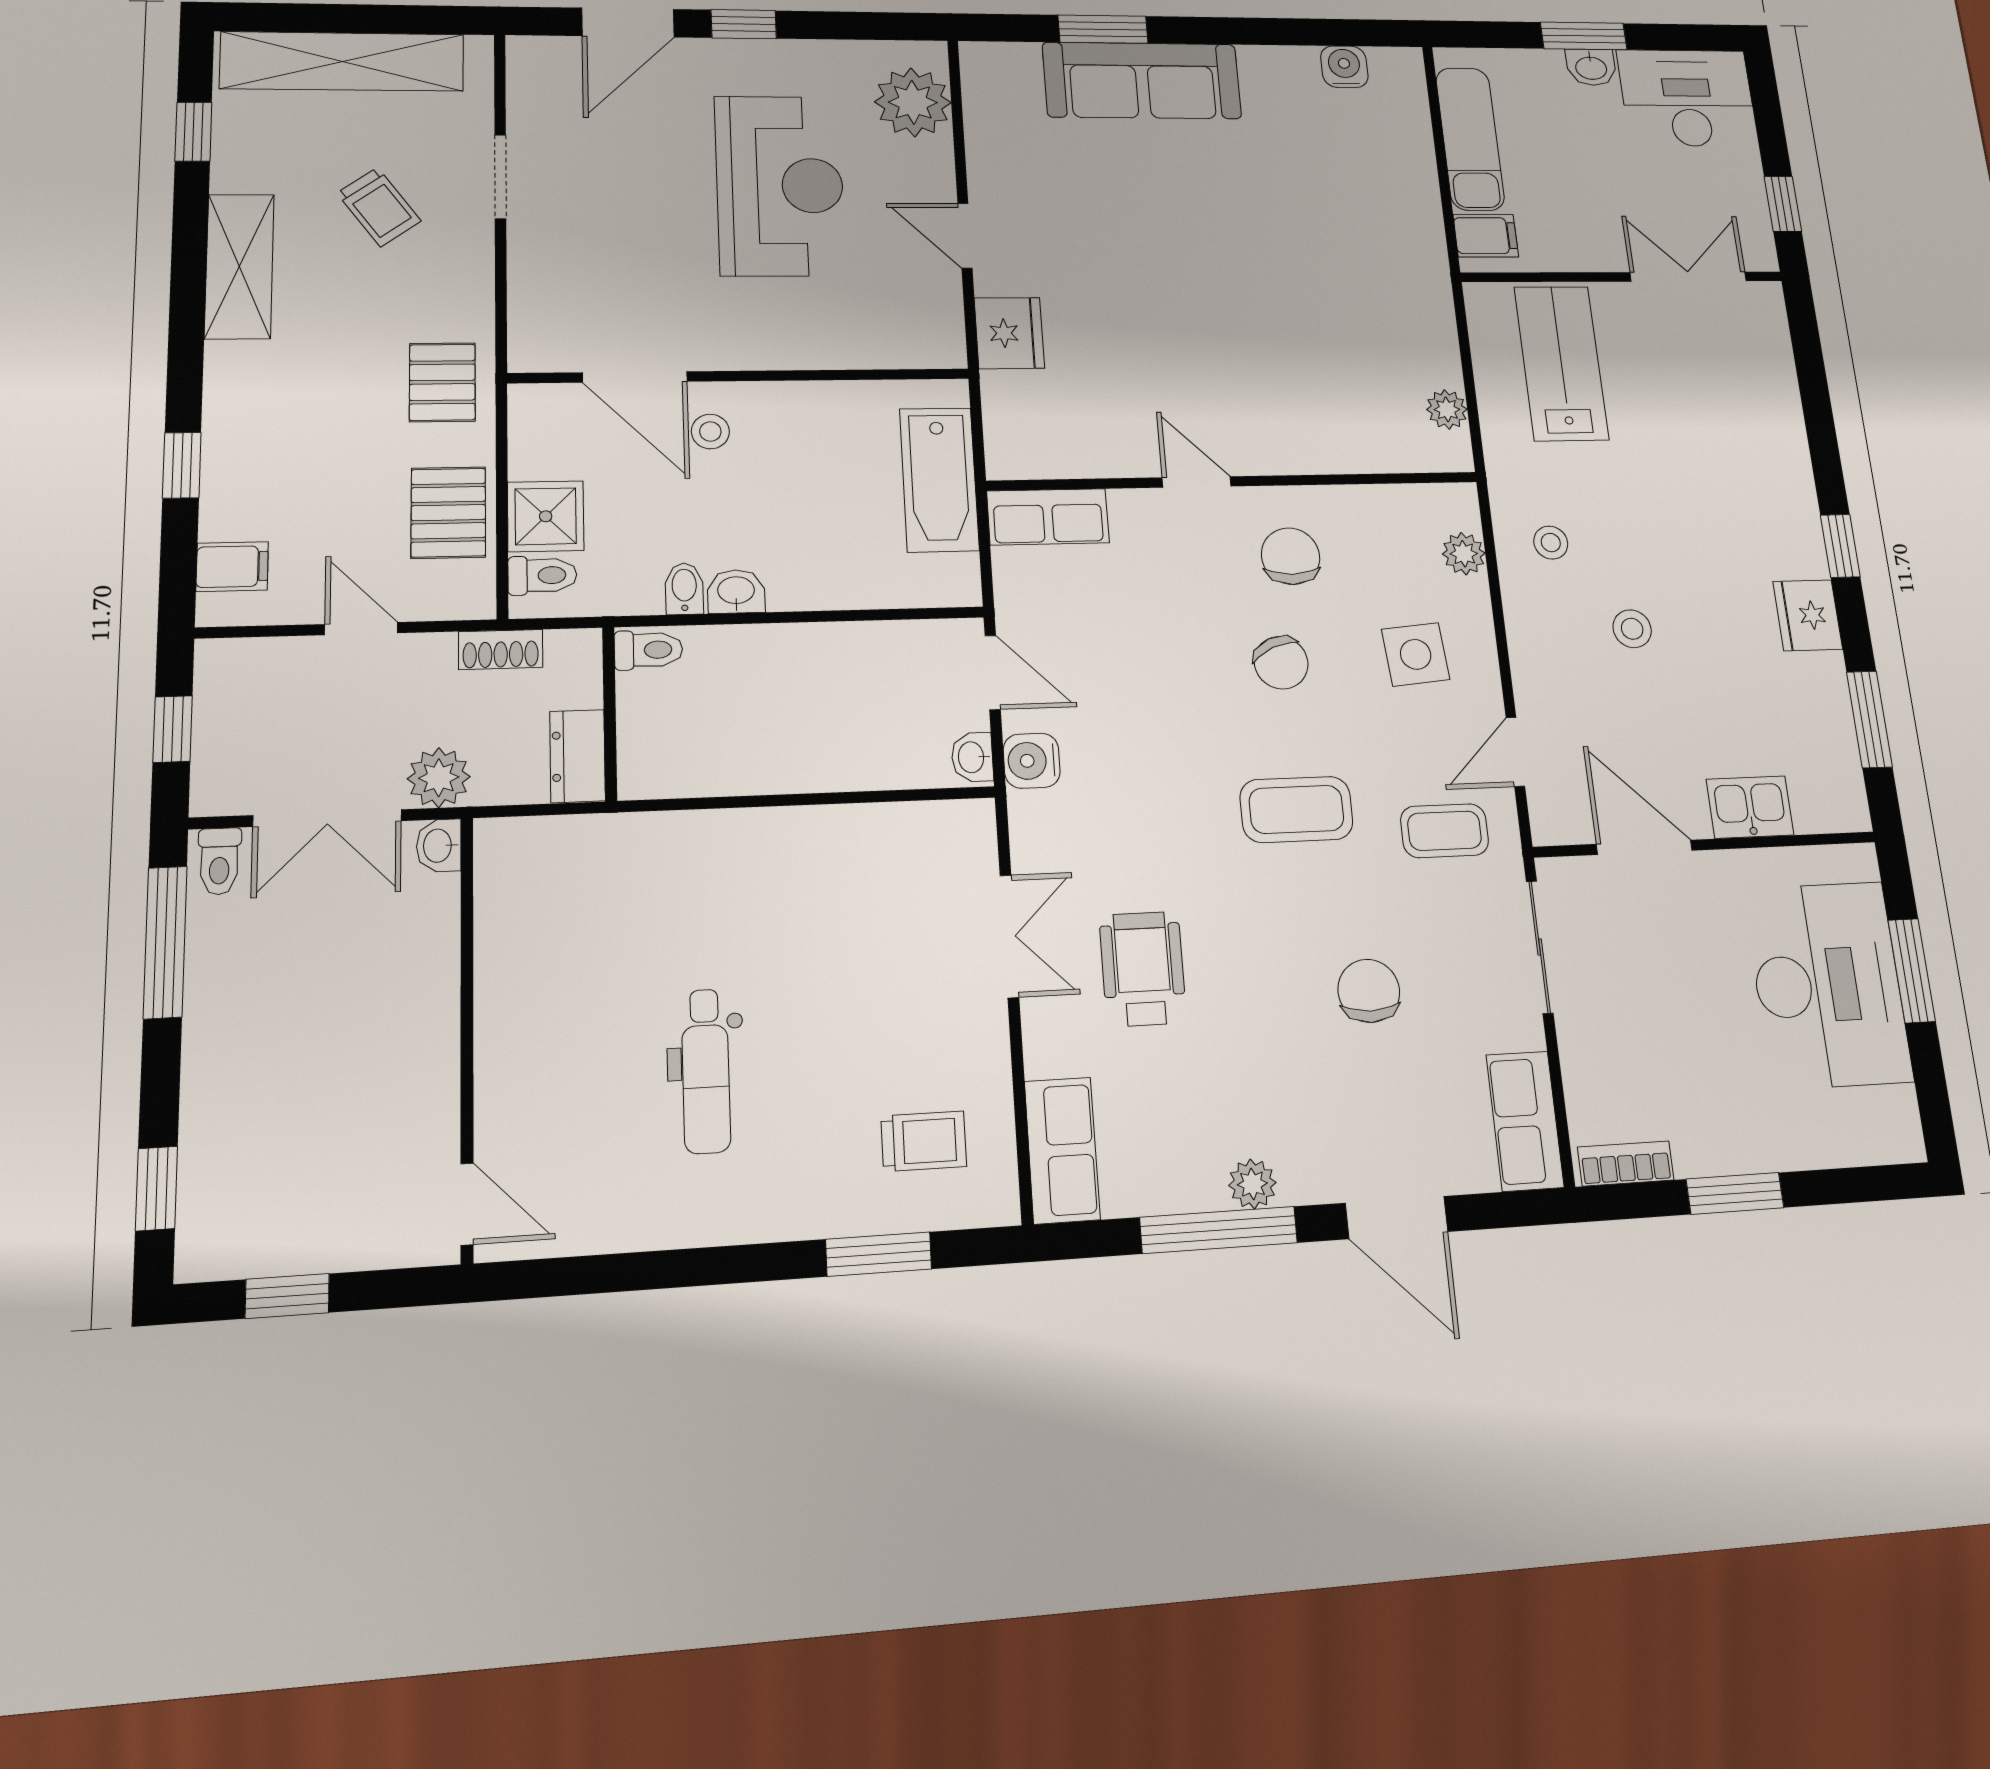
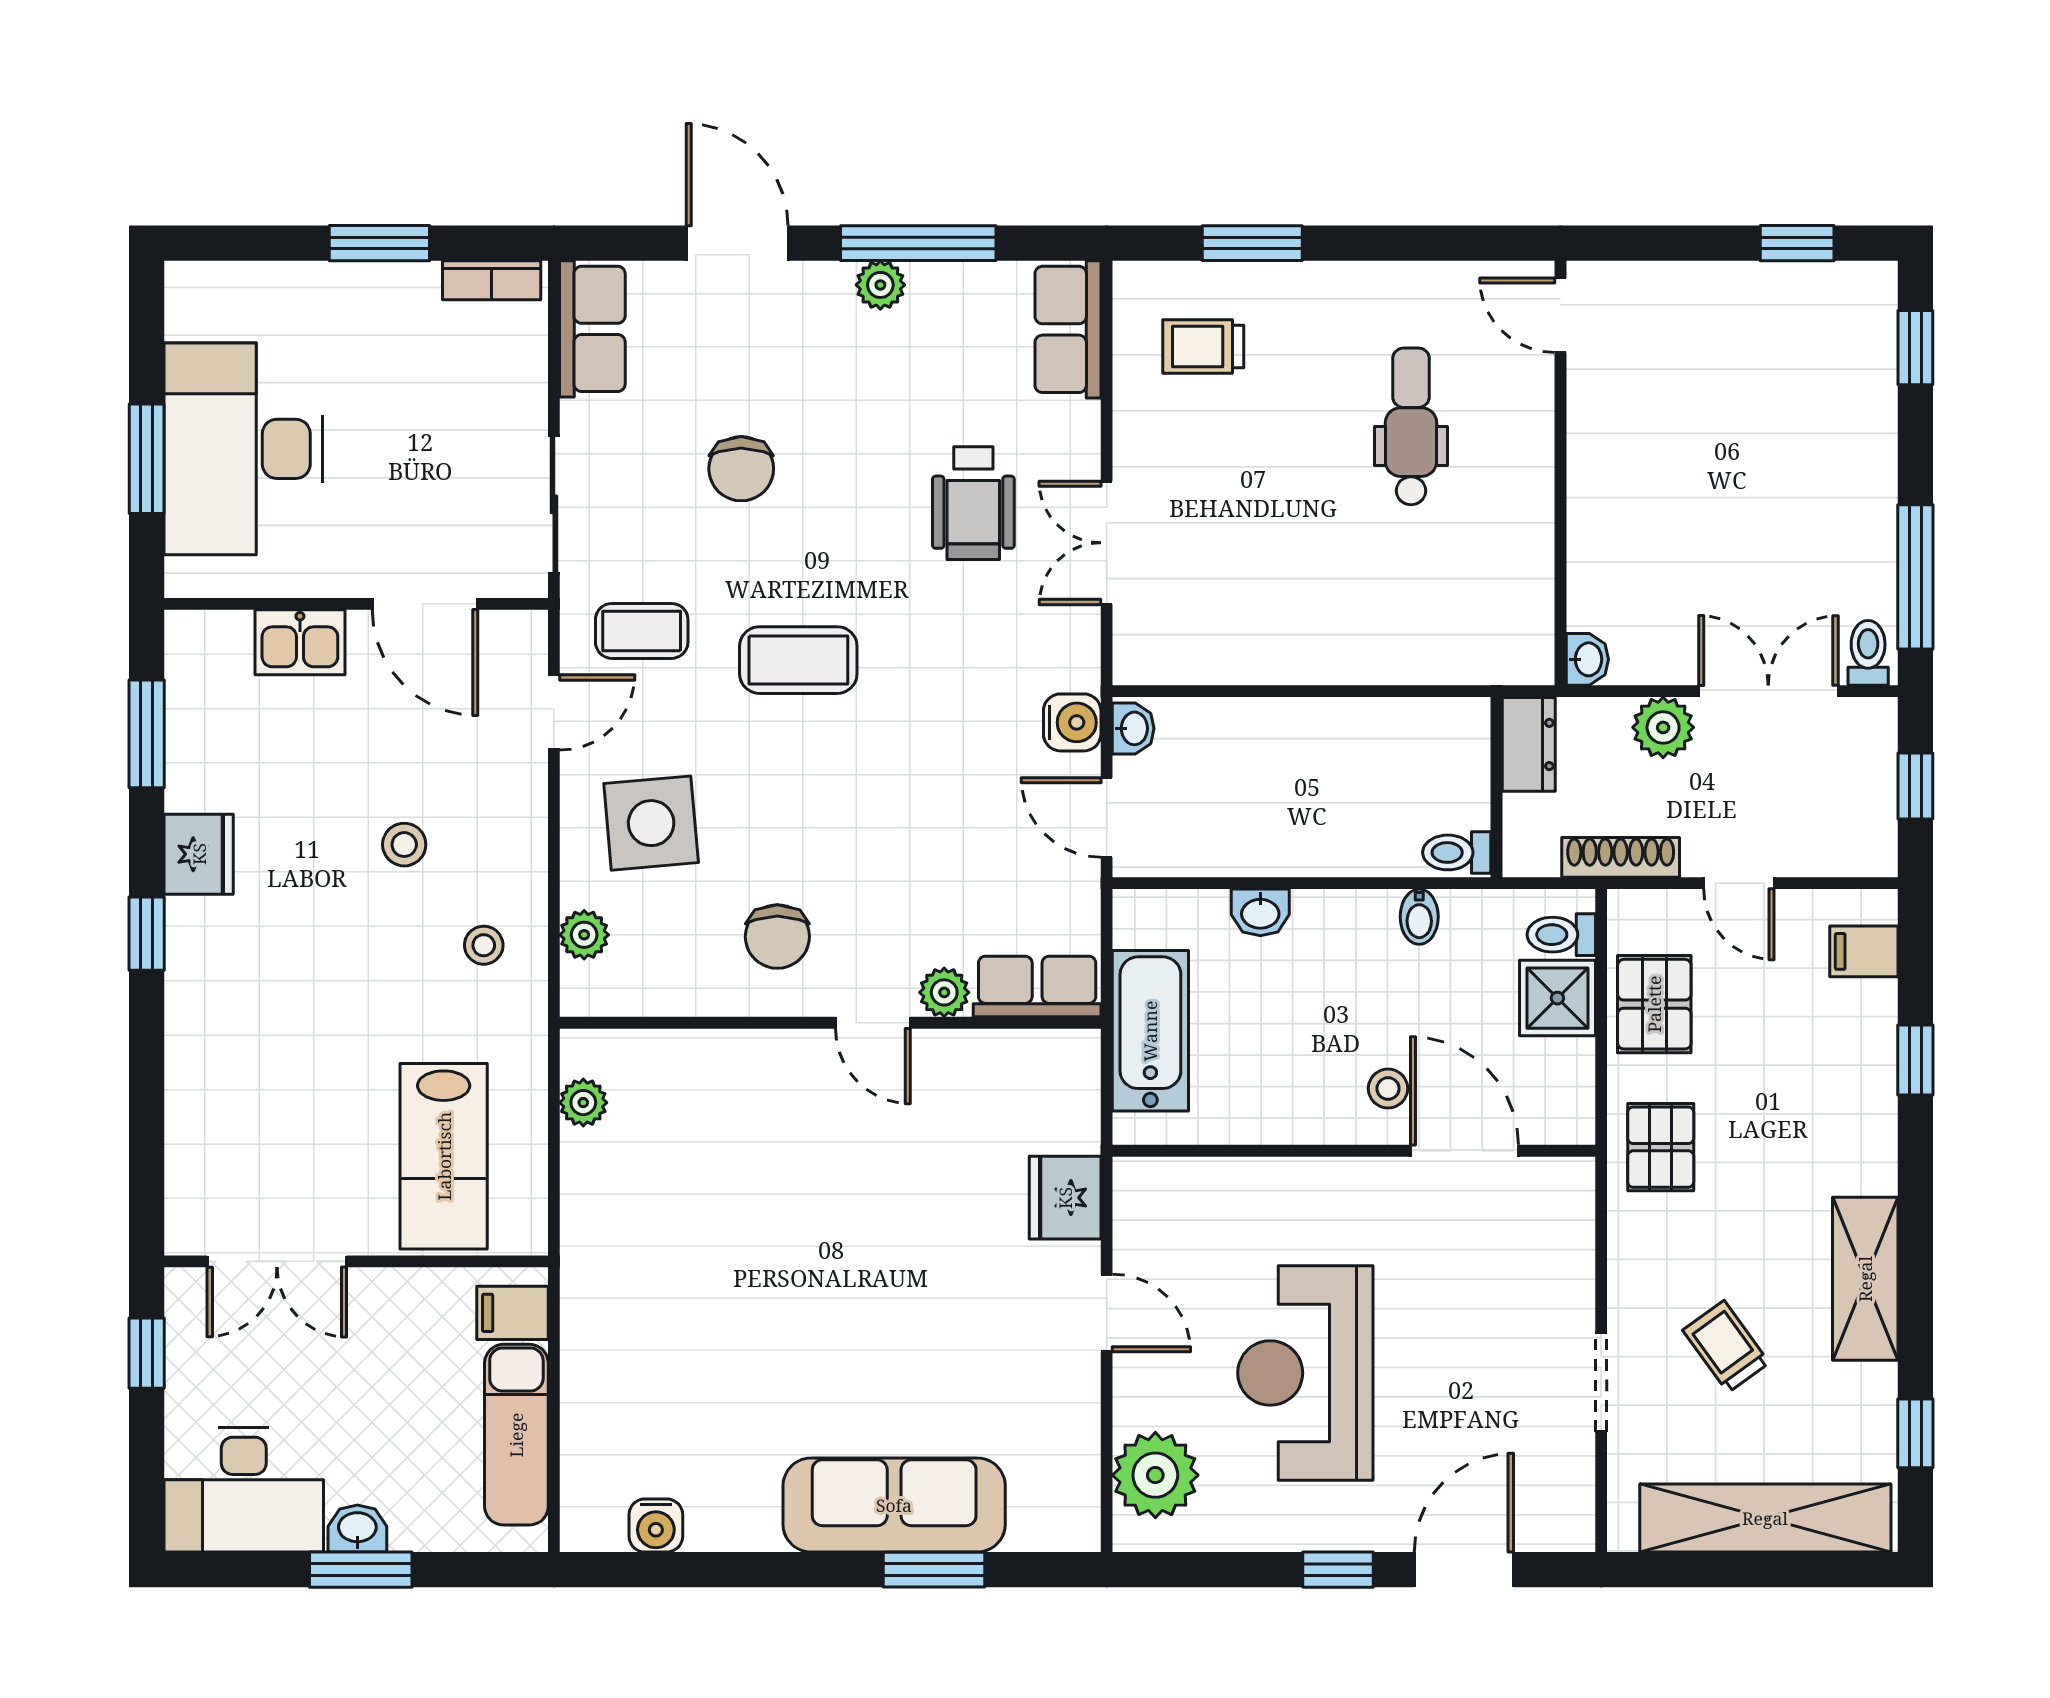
plant: (1134, 510) -> (944, 992), added
washbasin: (736, 591) -> (1260, 912), moved
shoe rack: (501, 649) -> (1621, 857), width x1.43
side table: (1416, 654) -> (651, 823), width x1.37, depth x1.37
chair: (1281, 663) -> (799, 819), removed
washbasin: (439, 846) -> (1587, 659), moved
wall: (467, 1035) -> (1560, 473), moved
door: (467, 1204) -> (1560, 315), moved

